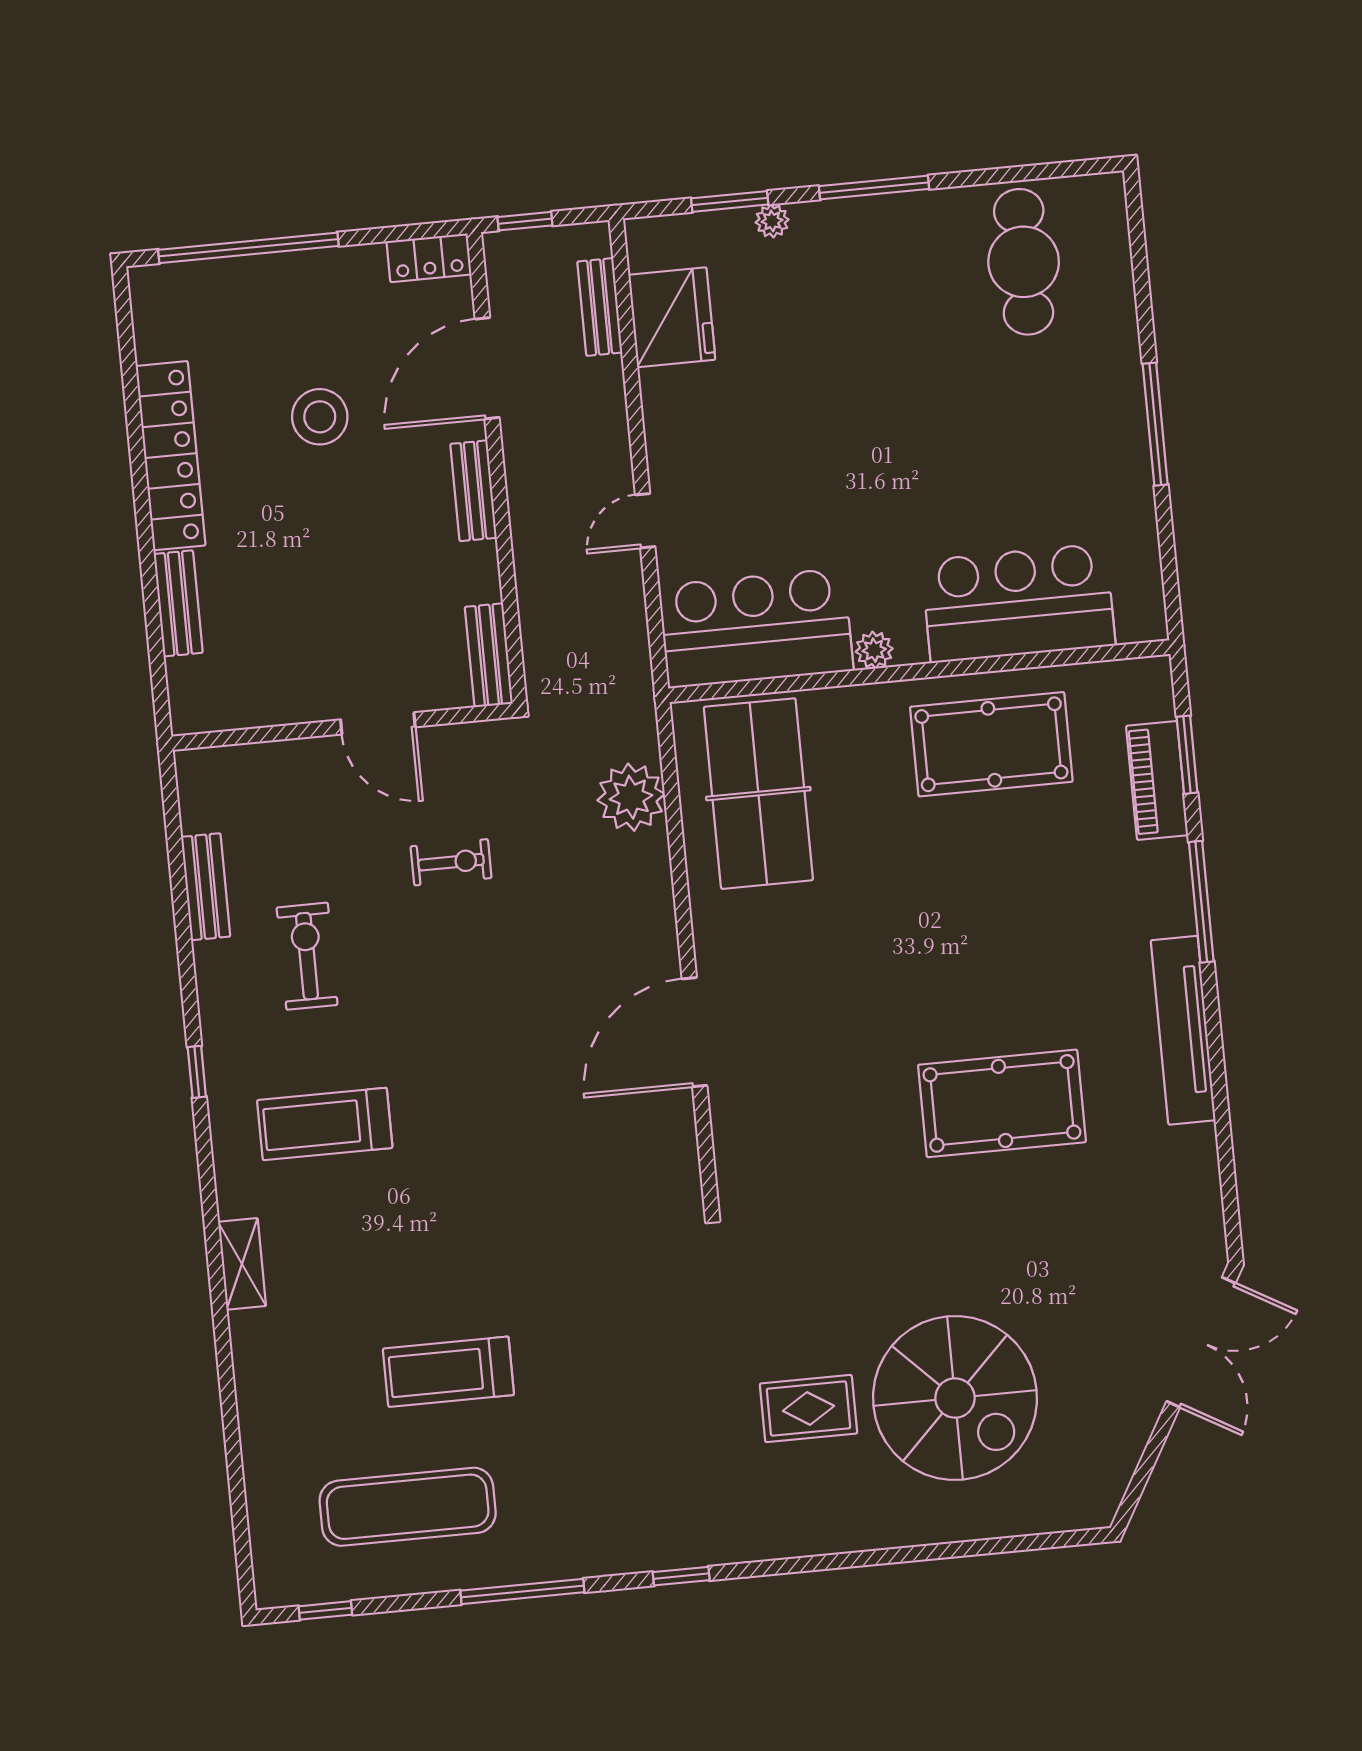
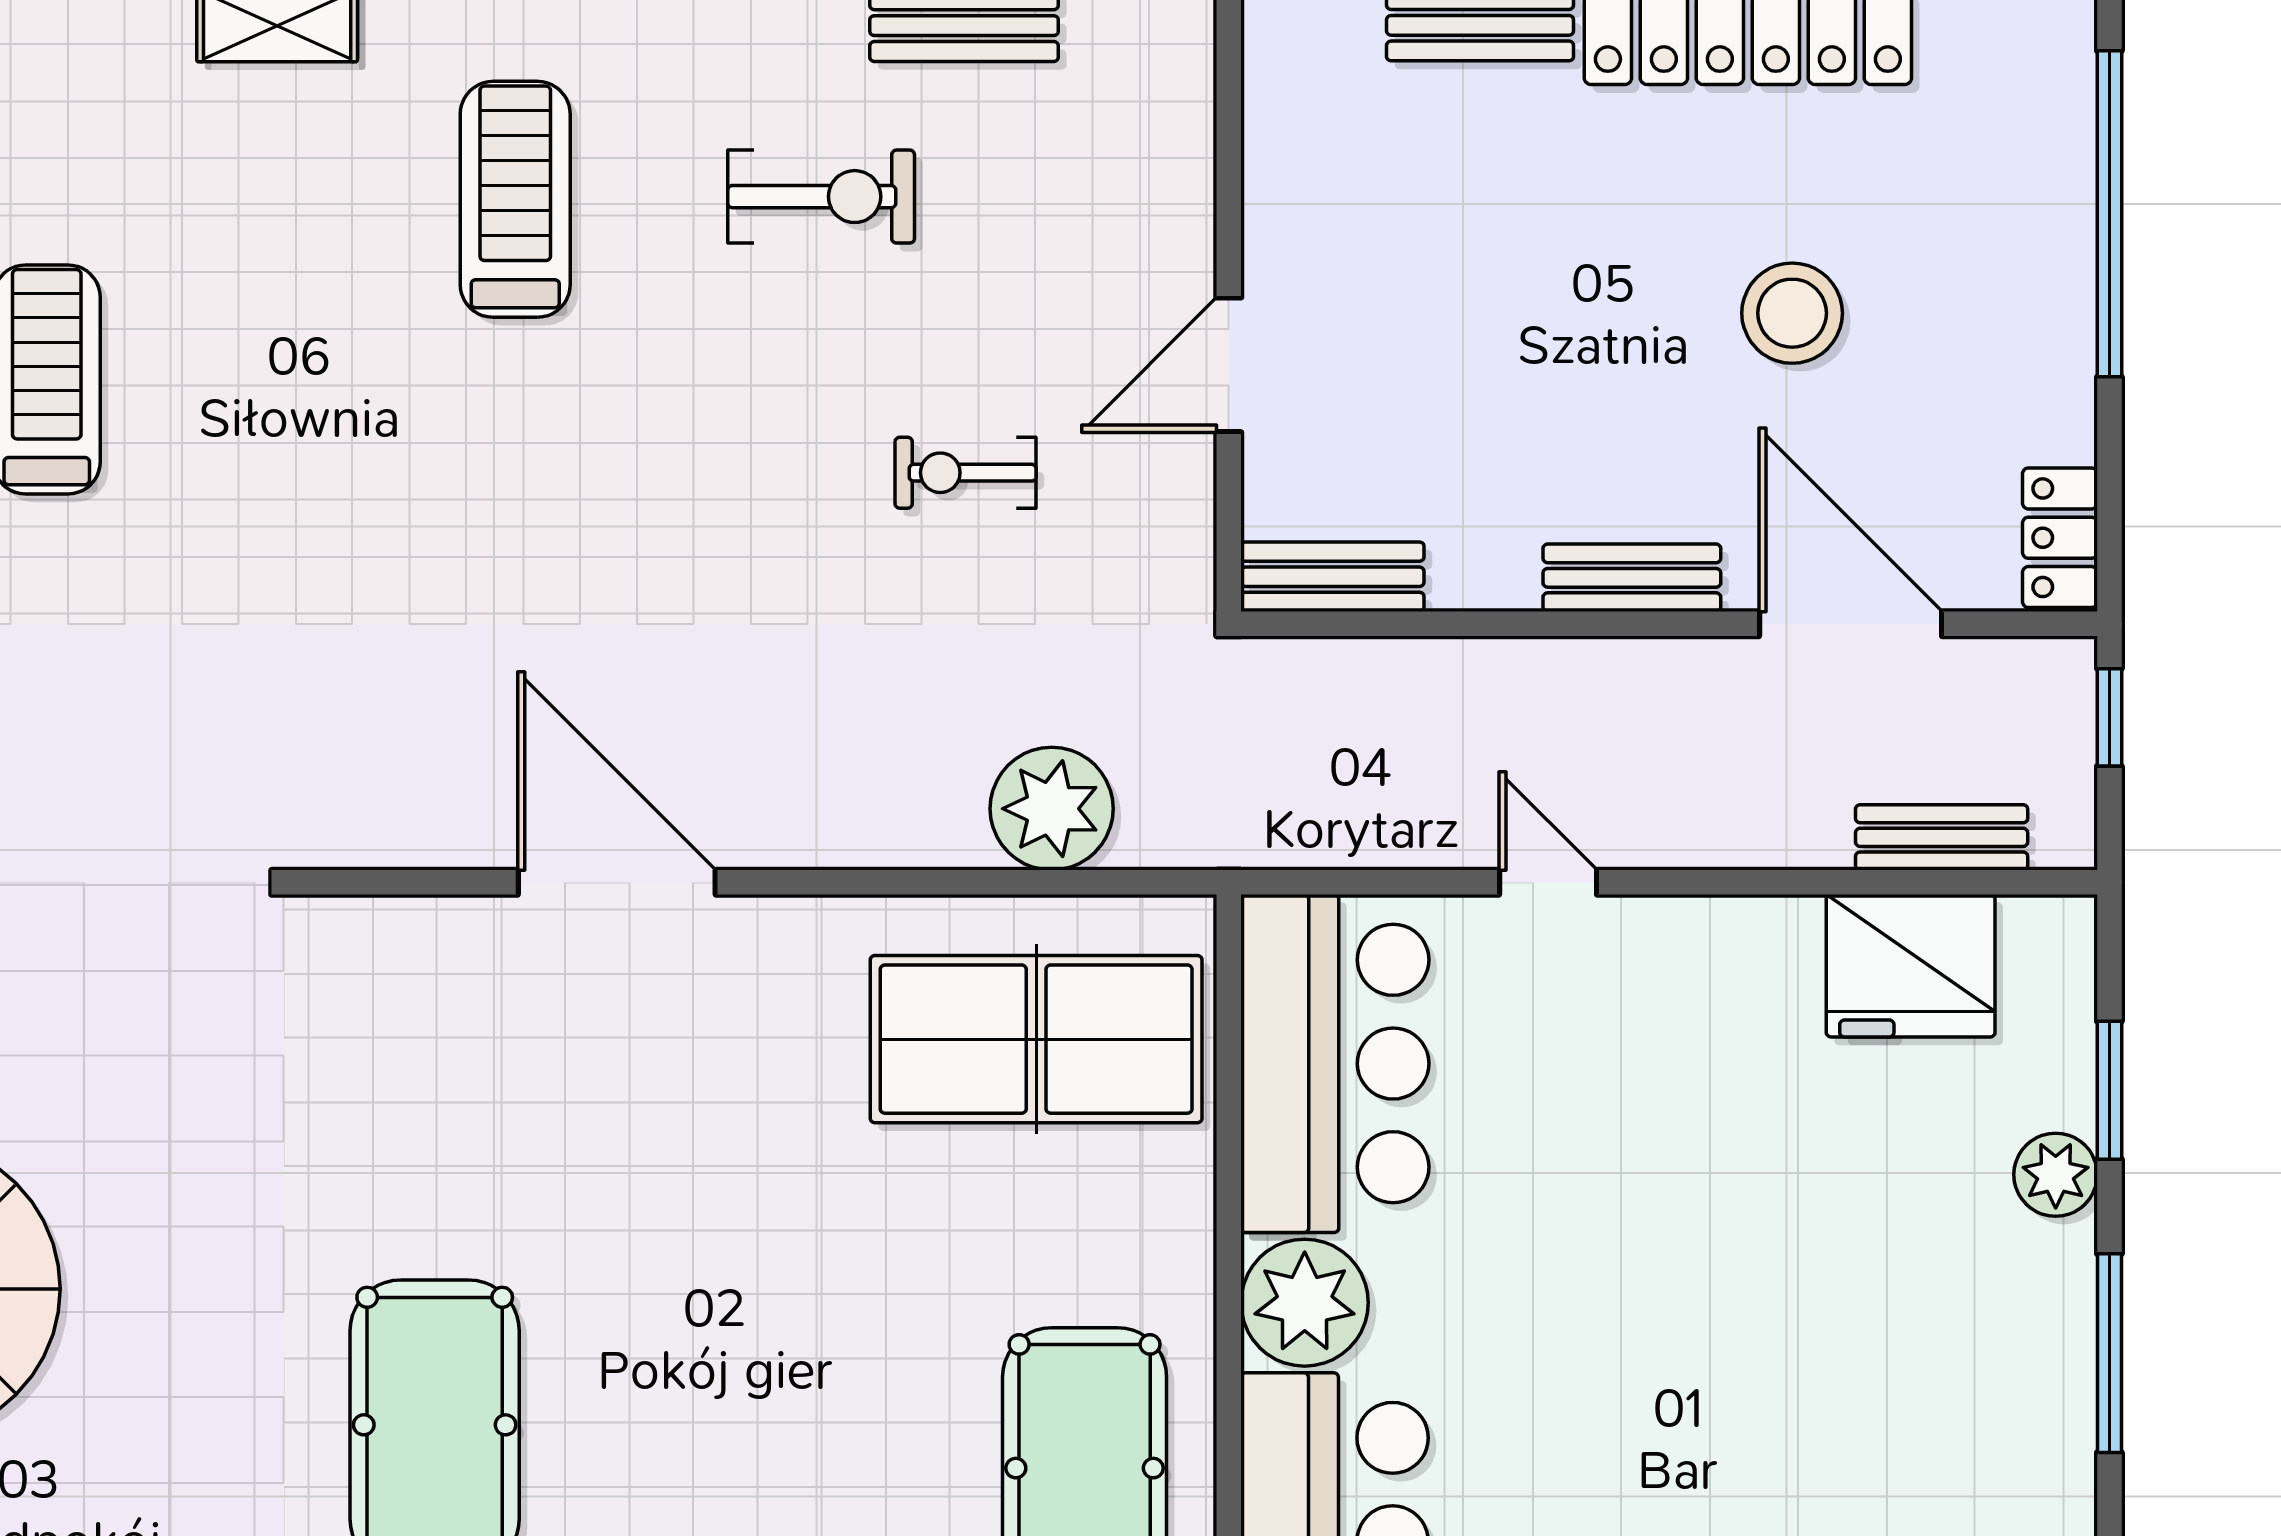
plant: (772, 221) -> (2056, 1175), width x1.38, depth x1.38
plant: (874, 650) -> (1305, 1303), width x1.88, depth x1.88
exercise bike: (451, 862) -> (966, 473), turned 90

